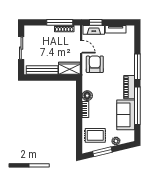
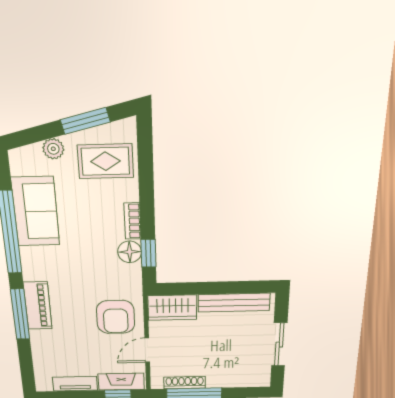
door: (81, 47) -> (147, 350), hinge flipped
piano: (129, 87) -> (38, 306), moved
window: (79, 95) -> (148, 253), added

